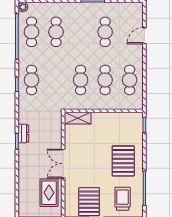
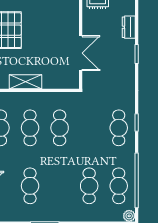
shelving: (78, 118) -> (25, 82), moved
dresser: (23, 133) -> (129, 27), moved
double door: (63, 164) -> (81, 53), moved

